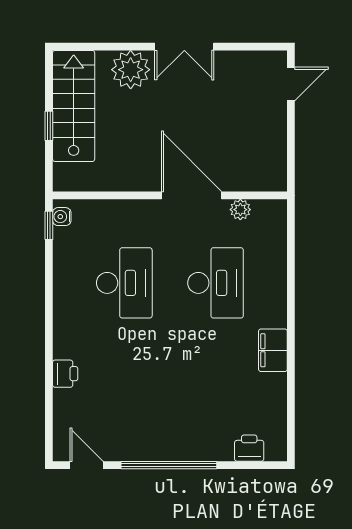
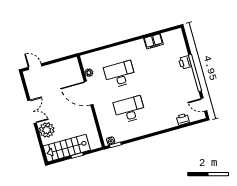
door: (192, 195) -> (89, 93), hinge flipped
filing cabinet: (273, 350) -> (154, 41), moved
printer: (65, 374) -> (183, 119), moved
printer: (249, 448) -> (185, 62), moved
door: (87, 465) -> (204, 105), hinge flipped

